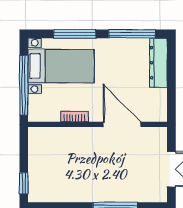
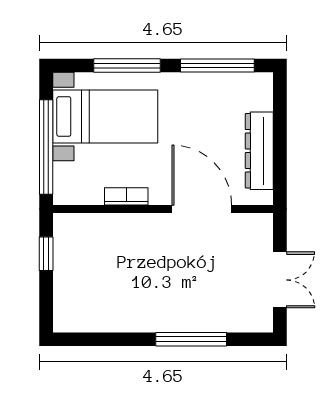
dresser: (158, 63) -> (259, 151), moved
window: (24, 183) -> (46, 254), moved

